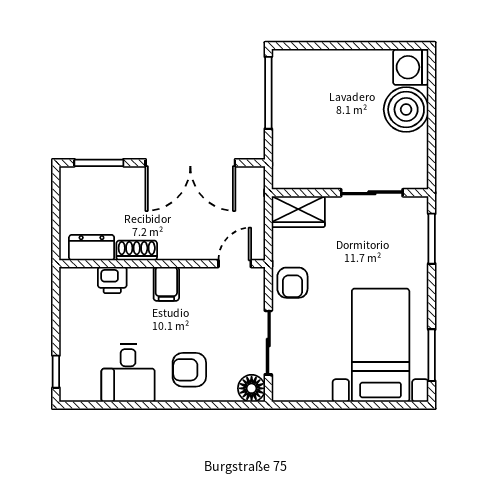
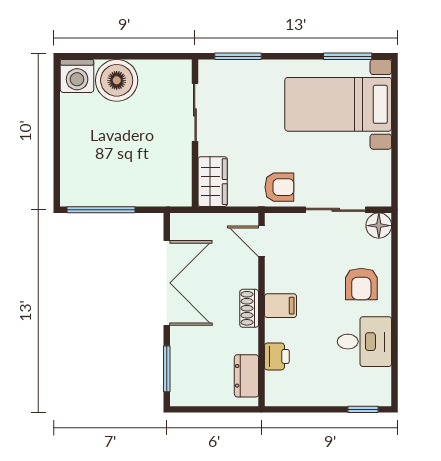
shoe rack: (137, 250) -> (249, 308), moved

